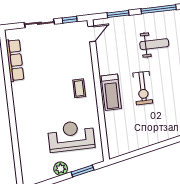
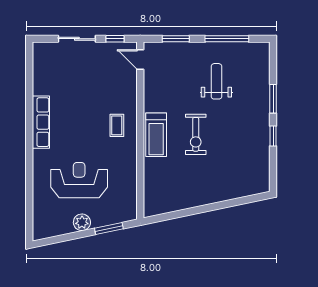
door: (92, 34) -> (140, 60), swing flipped
weight bench: (154, 44) -> (216, 81), turned -90
row of seats: (15, 60) -> (41, 122), moved
reception desk: (71, 136) -> (79, 180), moved

